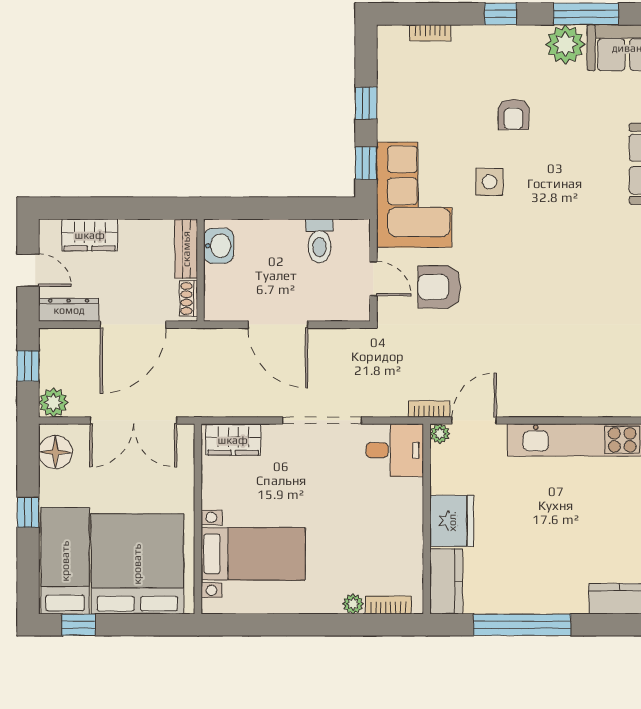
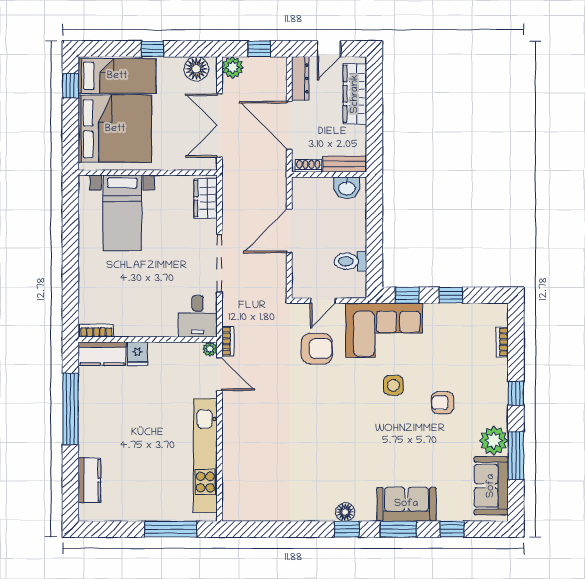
wardrobe: (90, 235) -> (355, 94), width x1.50
armchair: (439, 287) -> (317, 349), turned 90
fridge: (452, 521) -> (137, 354), width x0.53, depth x0.75
plant: (353, 604) -> (86, 286), removed
bookcase: (388, 605) -> (96, 330), moved, turned -90

